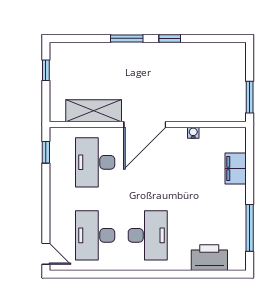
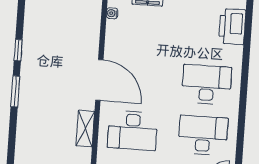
shelving: (94, 111) -> (85, 129), width x0.67, depth x0.75
water cooler: (193, 133) -> (112, 13), moved
desk: (95, 235) -> (203, 135), turned 180

